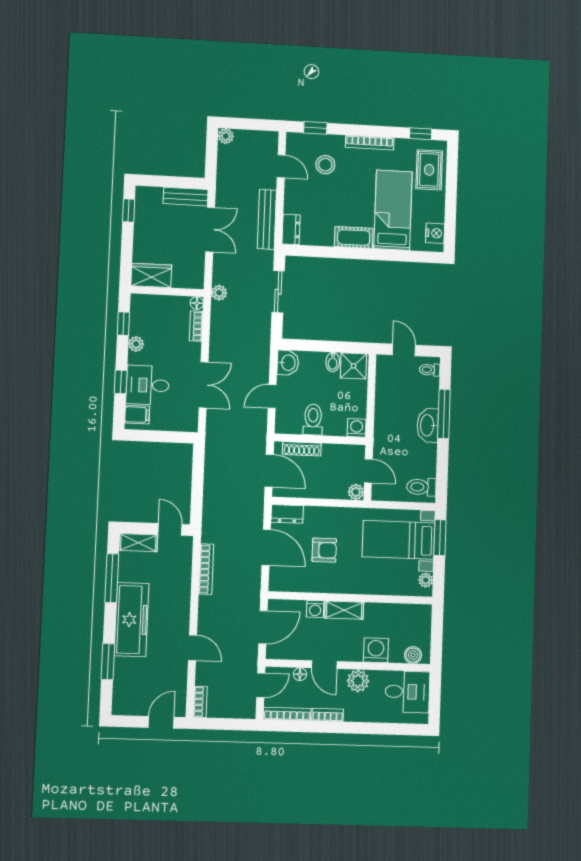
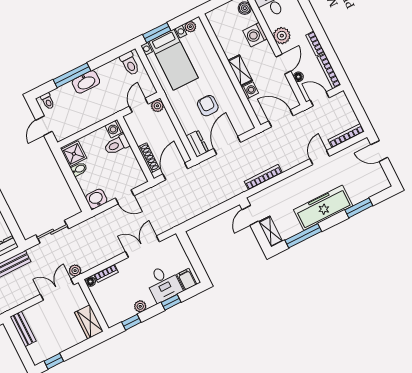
double door: (210, 230) -> (57, 290), moved
toilet: (313, 420) -> (117, 145), moved
bookcase: (200, 702) -> (346, 136), width x1.56

